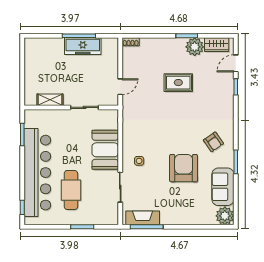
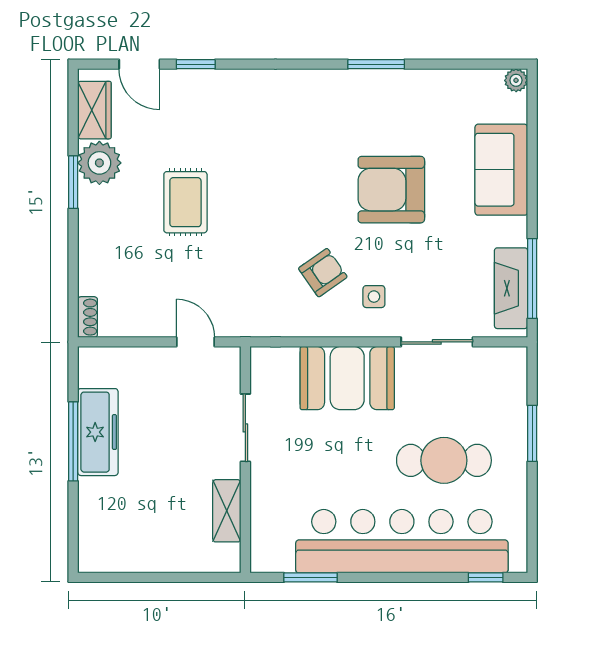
armchair: (213, 142) -> (323, 273), moved
sofa: (223, 187) -> (501, 170), moved, turned 90
plant: (225, 216) -> (516, 80), width x0.53, depth x0.53

